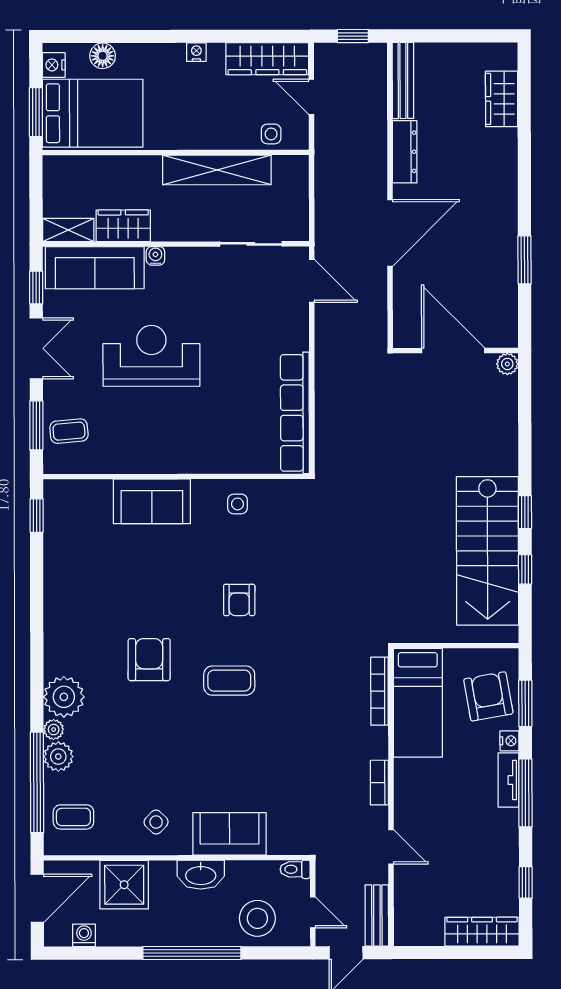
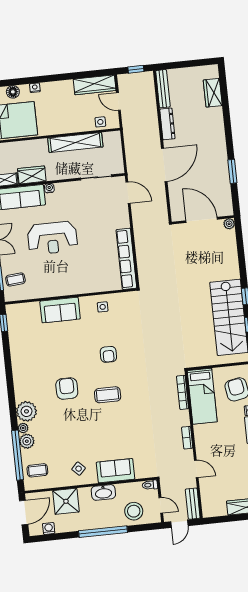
nightstand: (196, 52) -> (35, 88), moved
reception desk: (151, 356) -> (52, 238), turned 180

